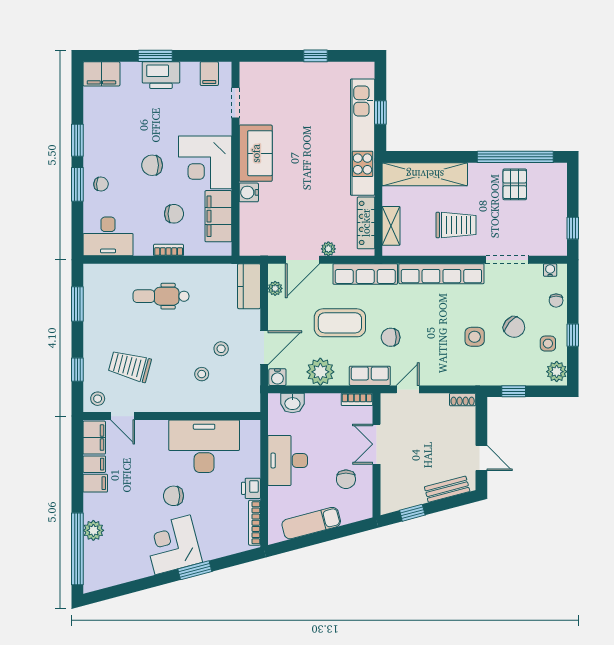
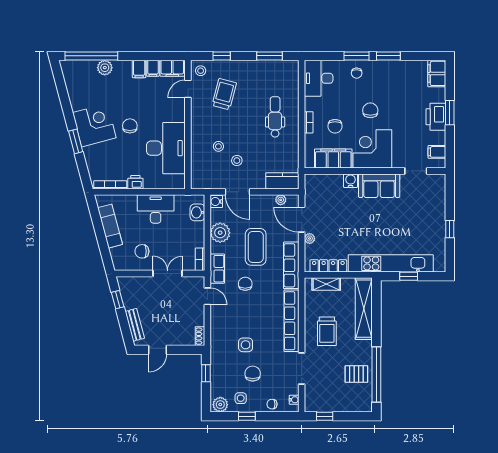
chair: (514, 327) -> (253, 374), turned 140

